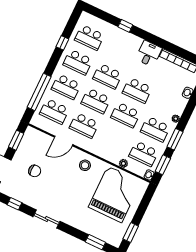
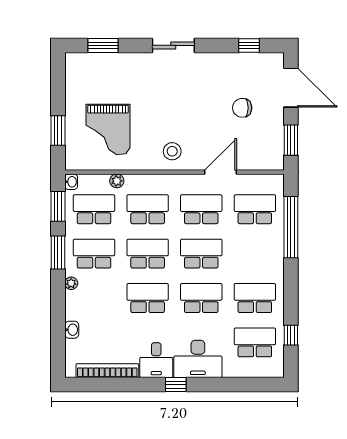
window: (125, 26) -> (176, 385), moved
window: (62, 43) -> (291, 335), moved
desk: (125, 43) -> (198, 359), added
school desk: (66, 87) -> (148, 209), moved
grand piano: (115, 194) -> (108, 129), width x0.73, depth x0.68
sliding door: (47, 219) -> (173, 45), moved
window: (131, 233) -> (58, 131), moved

